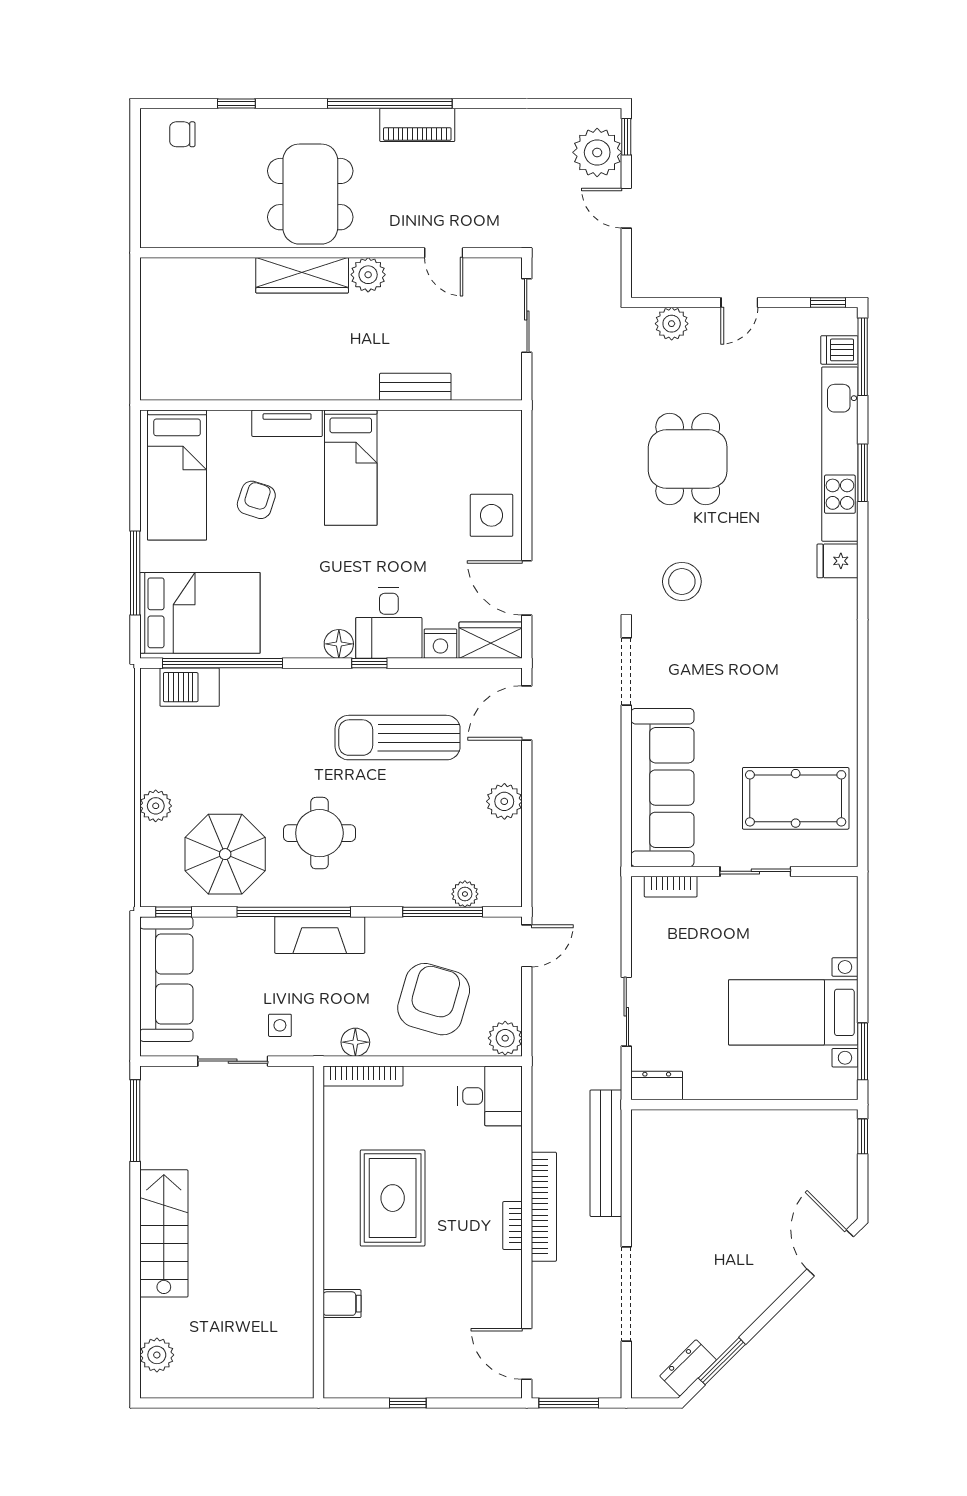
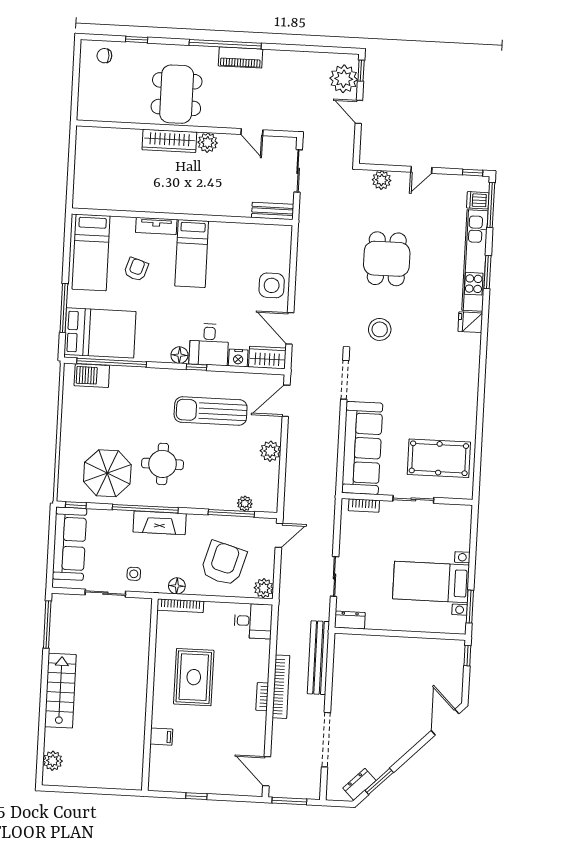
bench: (415, 387) -> (273, 211), moved
plant: (156, 806) -> (69, 443), removed

